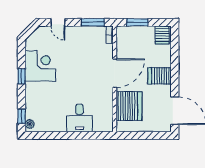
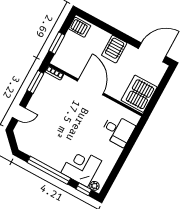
corner desk: (40, 66) -> (81, 167), moved
window: (21, 76) -> (49, 170), width x3.17
server rack: (129, 106) -> (139, 94), moved, turned -90
desk: (79, 118) -> (118, 130), moved

